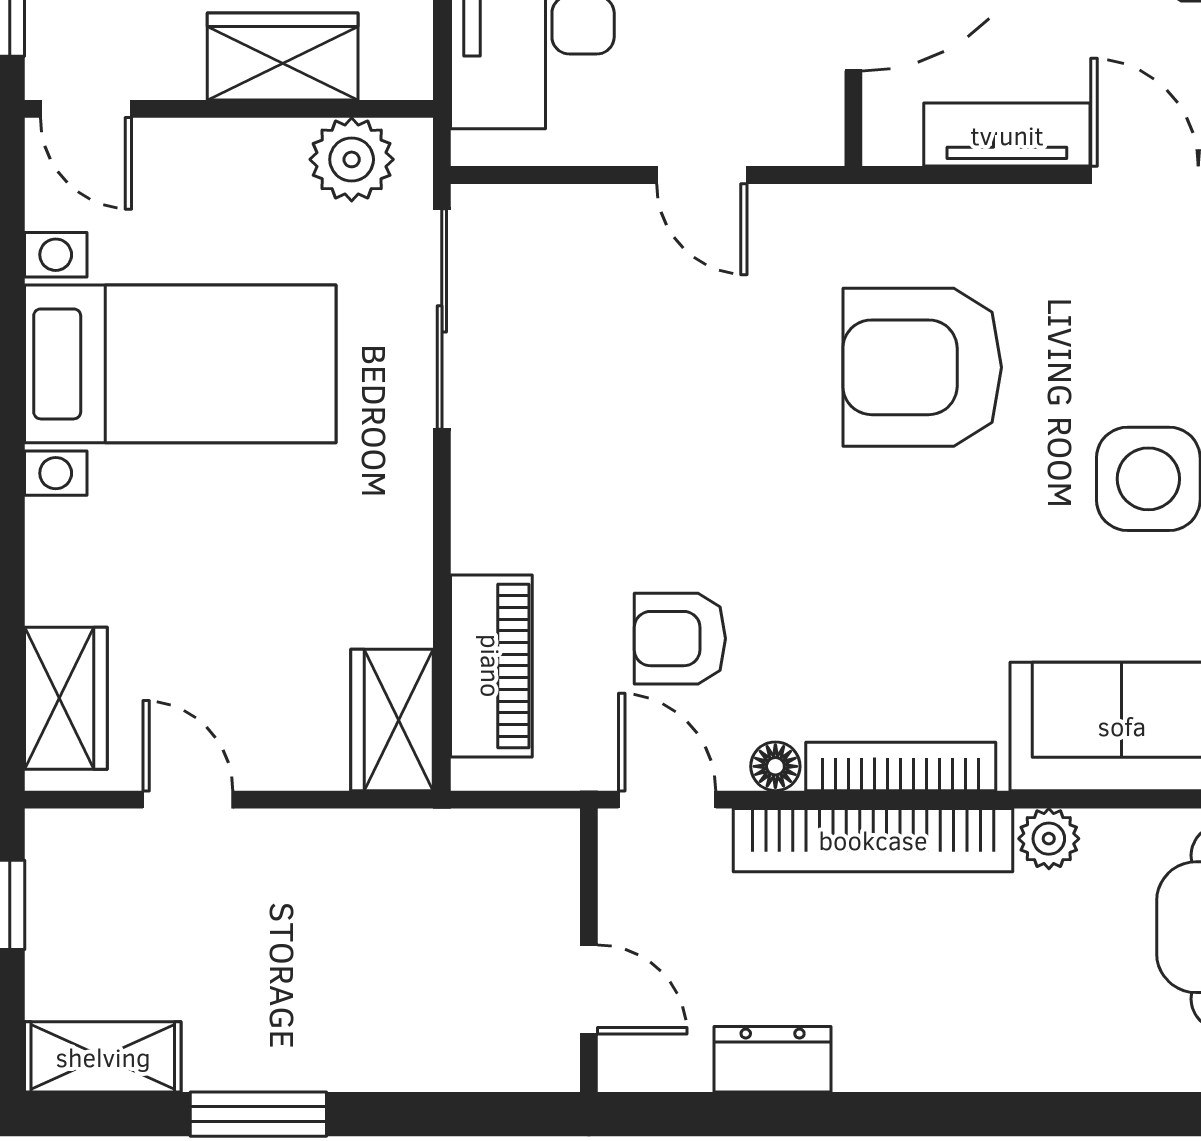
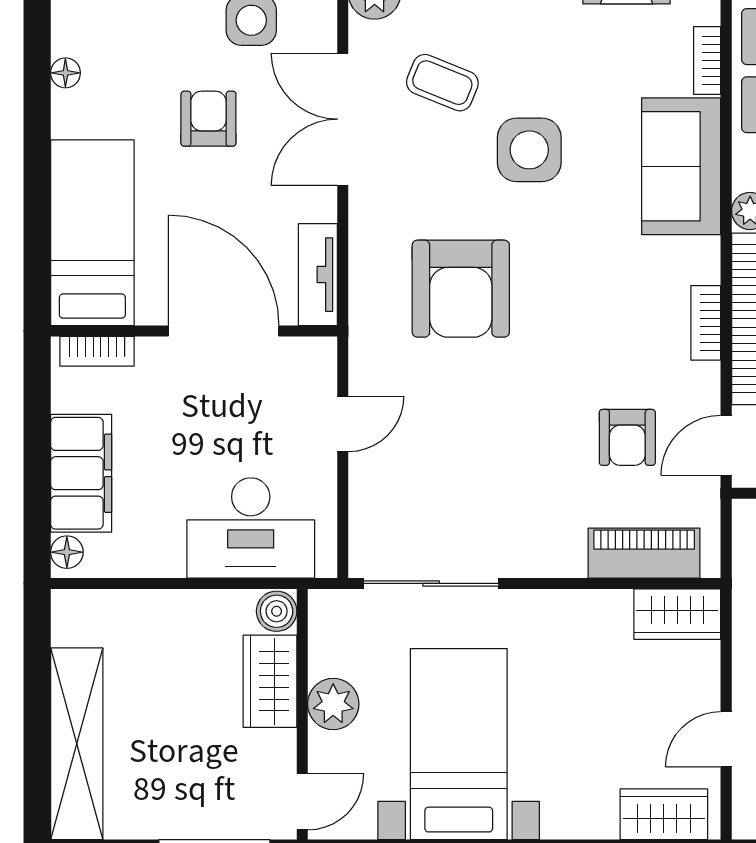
boiler: (397, 67) -> (277, 611), added
tv unit: (1007, 135) -> (318, 275), moved
plant: (352, 159) -> (333, 704), moved
floor lamp: (775, 766) -> (706, 379), removed
bookcase: (901, 766) -> (706, 323), width x0.64

